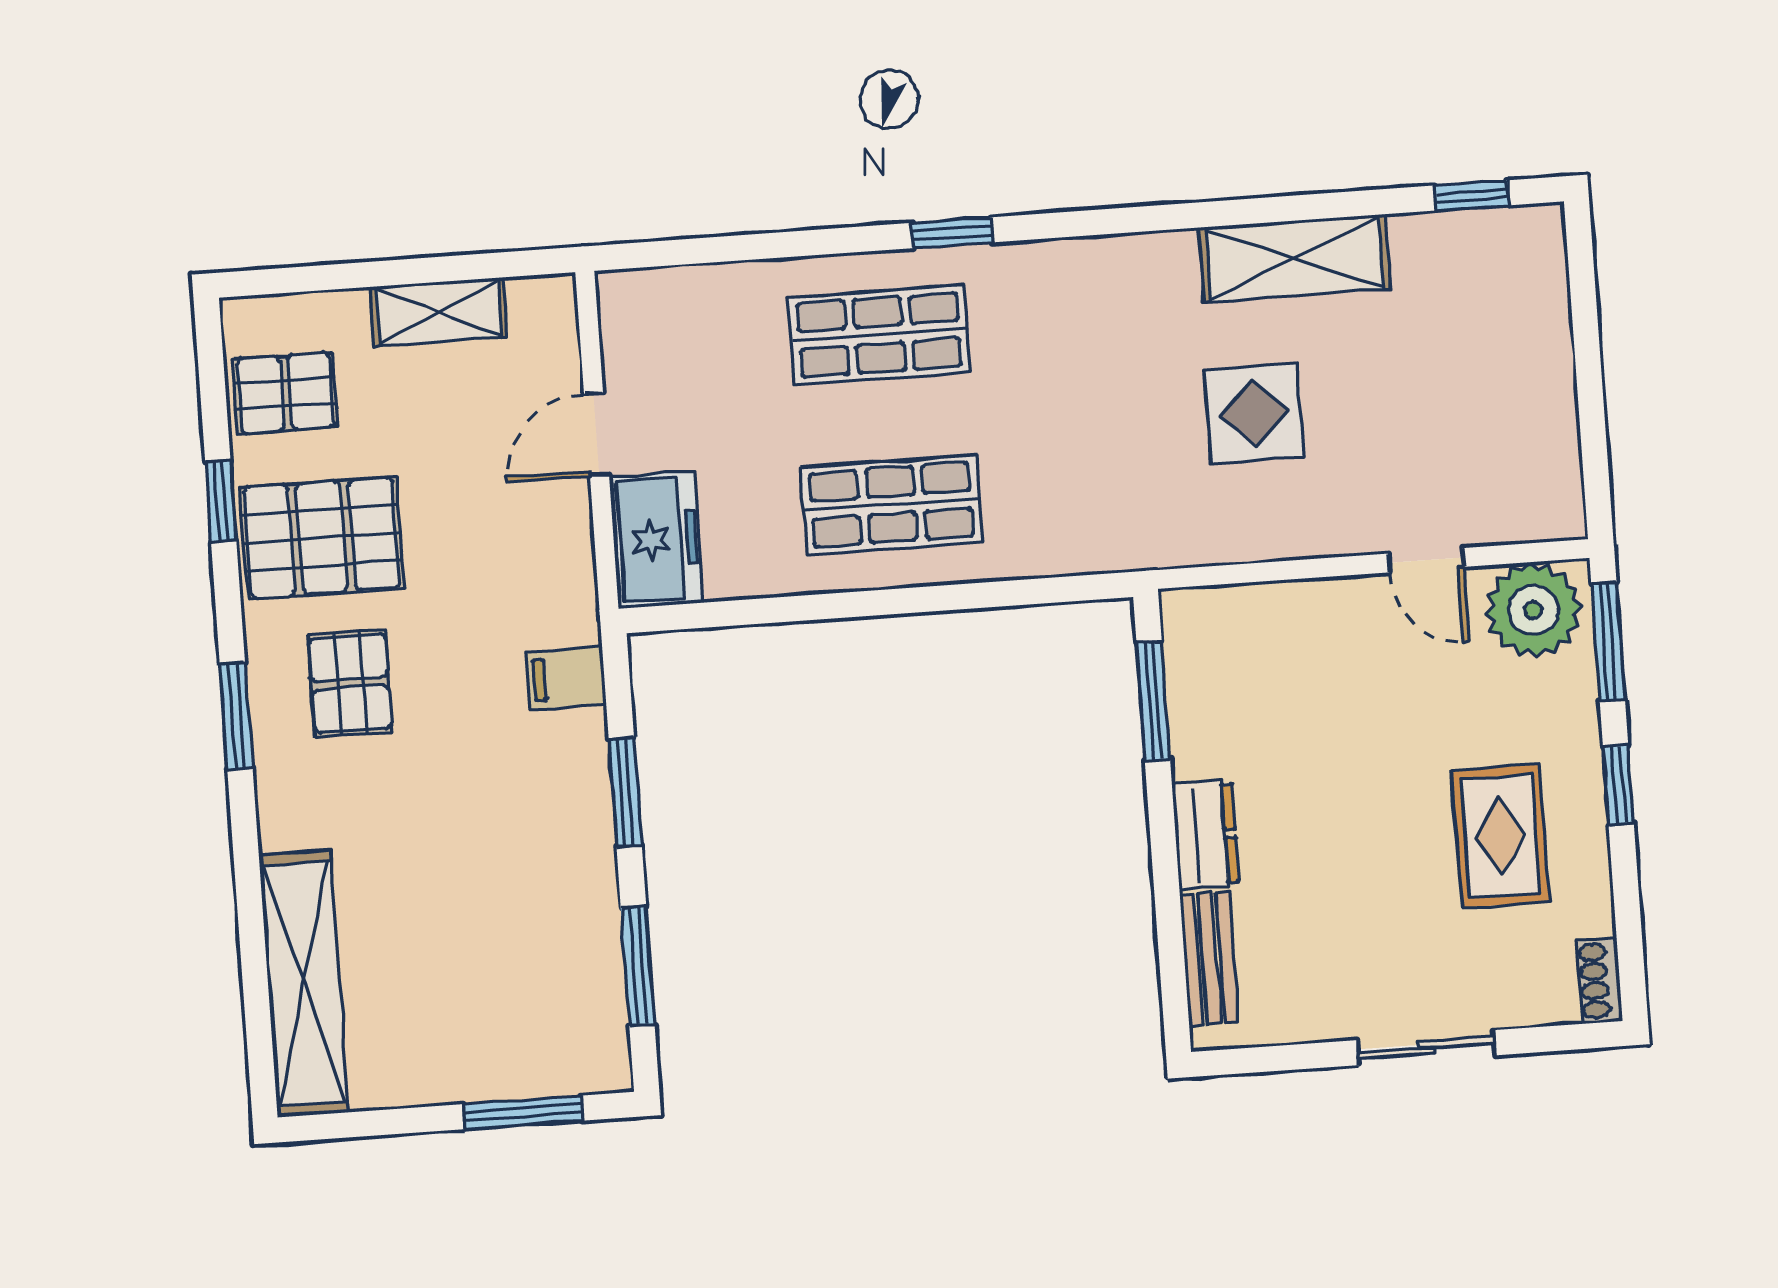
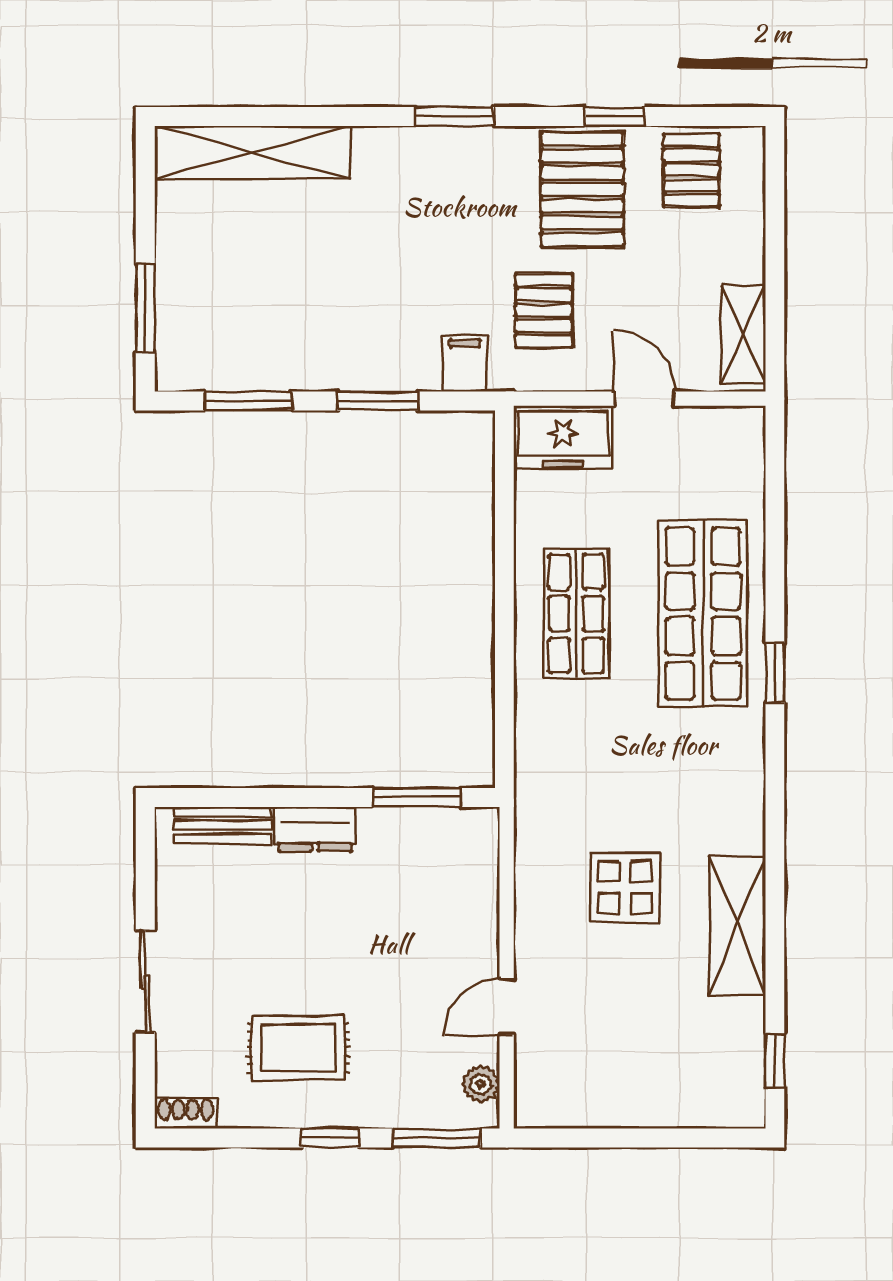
shelving: (439, 312) -> (743, 335), moved
shop shelf: (879, 335) -> (703, 614), width x1.43, depth x1.36
plant: (1533, 610) -> (481, 1084), width x0.53, depth x0.53
pallet: (350, 683) -> (544, 310), moved, turned 90

